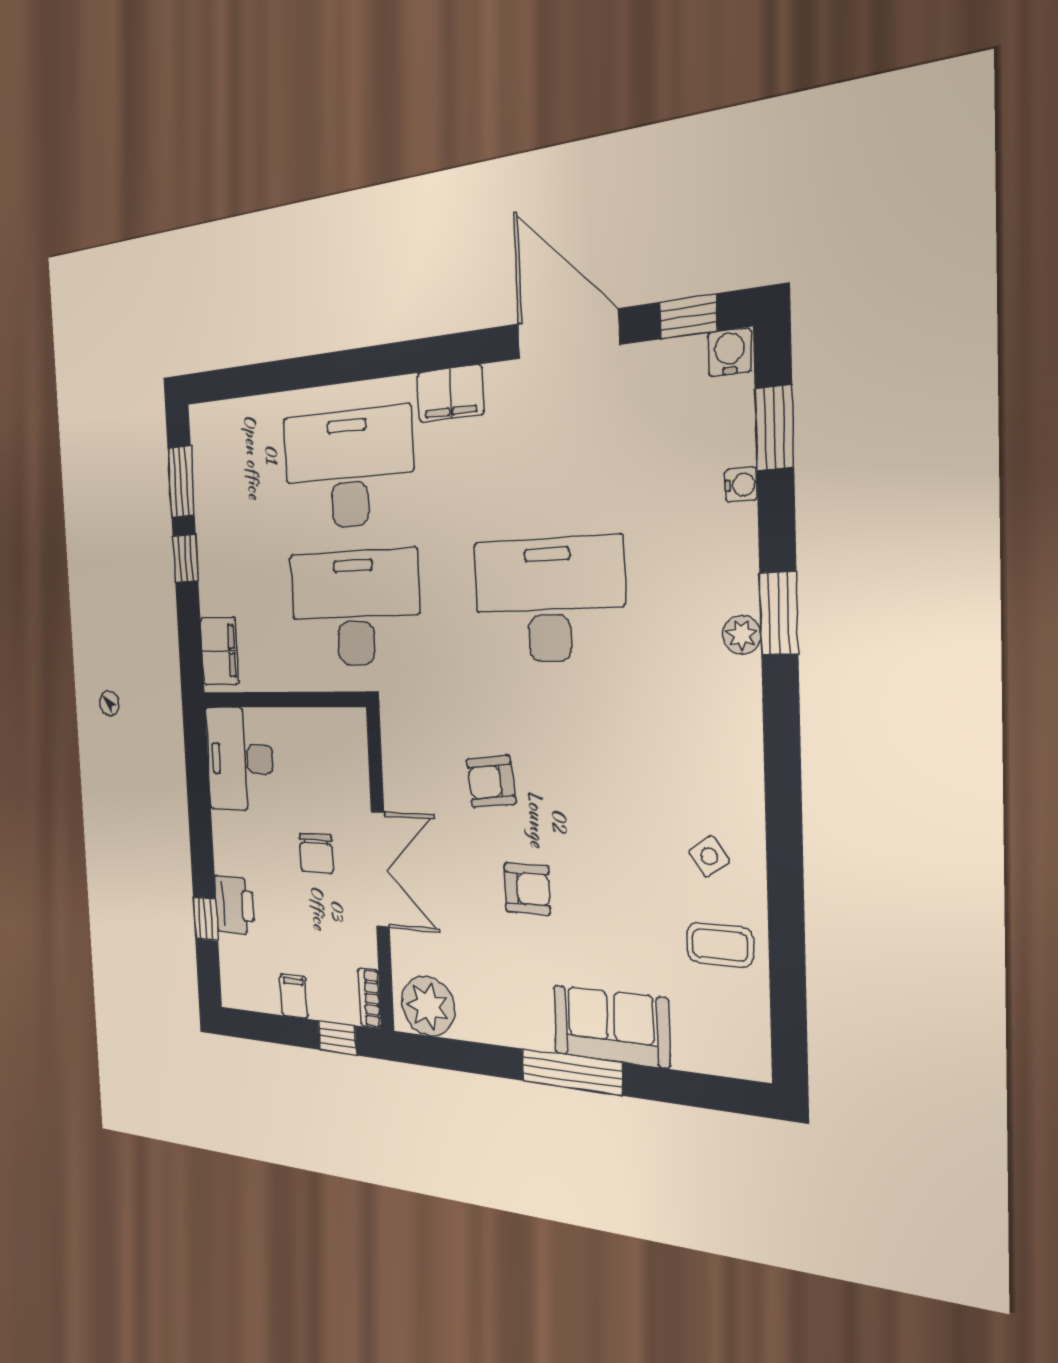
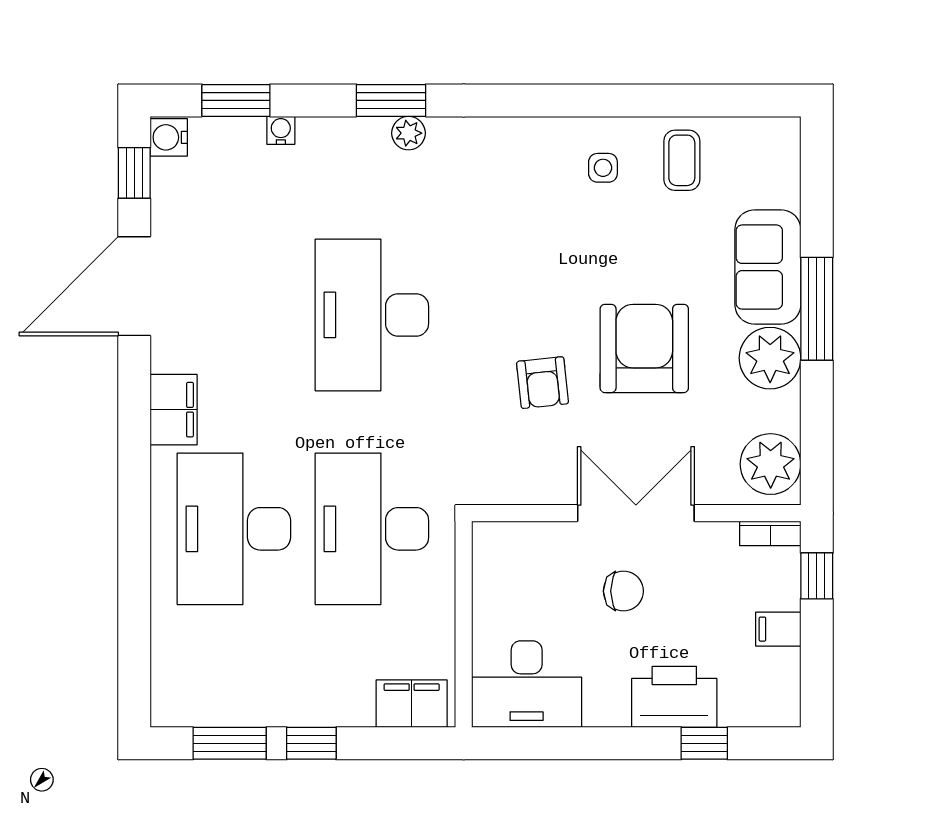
side table: (709, 856) -> (603, 168), turned 35
armchair: (527, 889) -> (644, 348), width x1.88, depth x1.88
printer: (235, 905) -> (674, 697), width x1.37, depth x1.19
plant: (523, 1017) -> (770, 358), added

